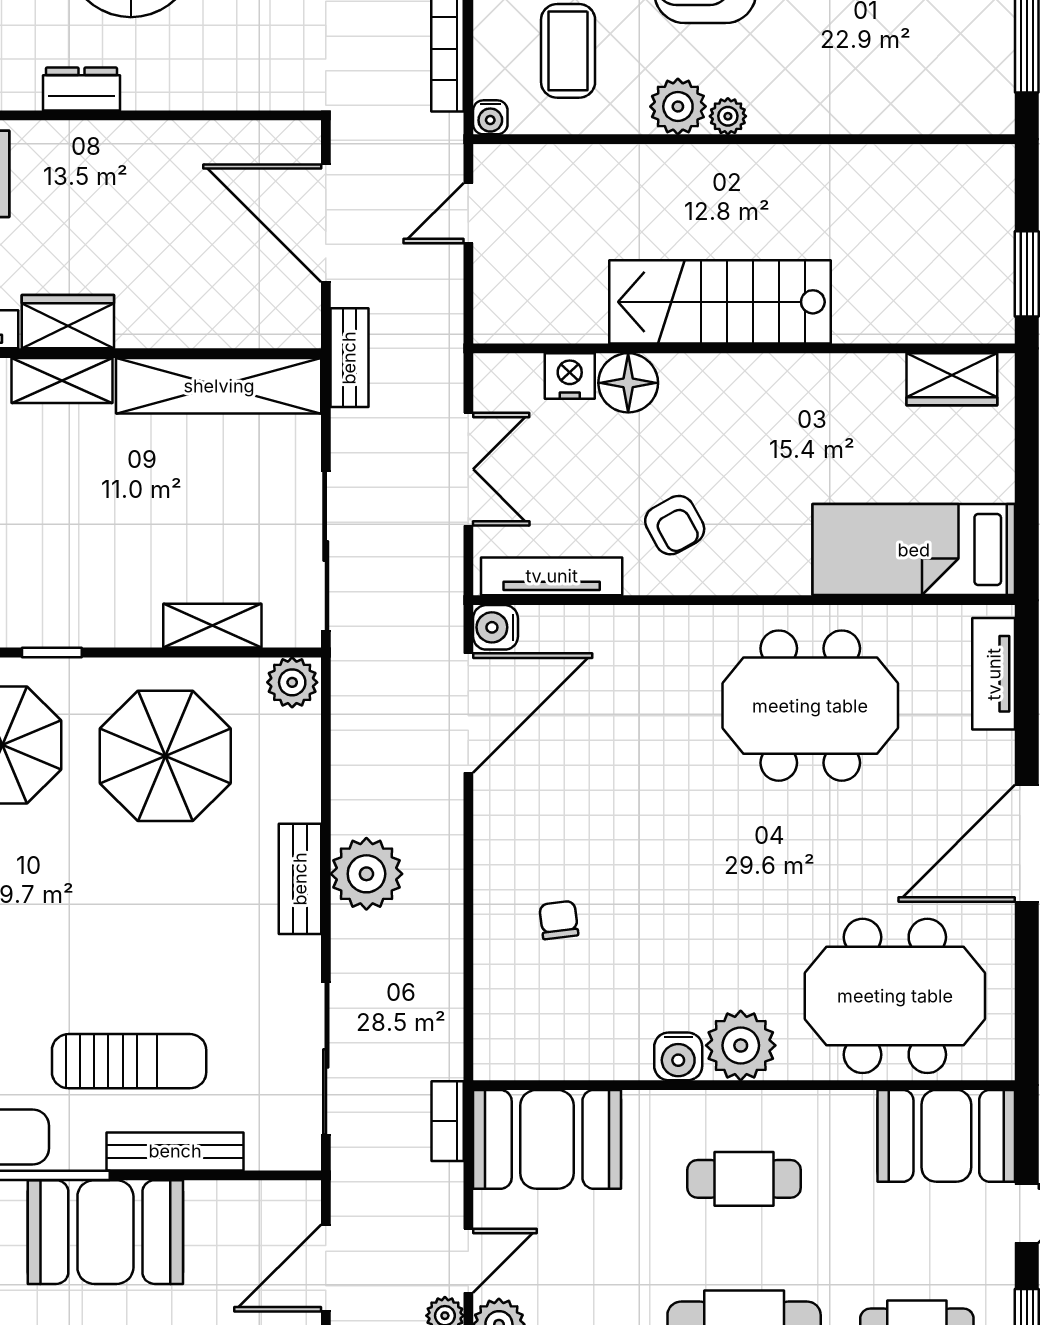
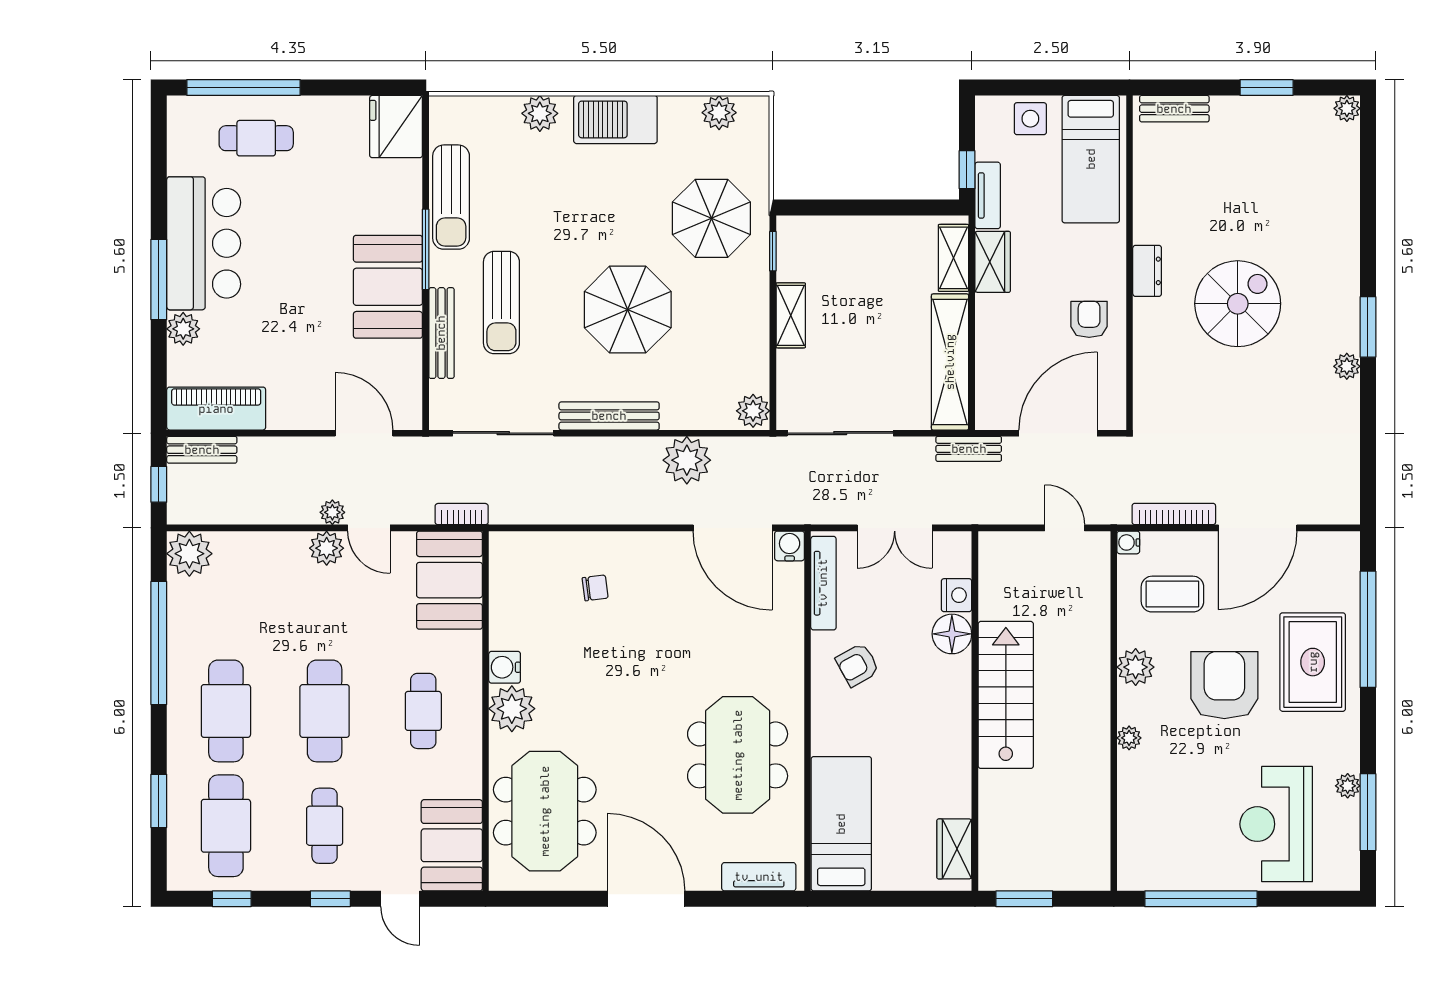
plant: (728, 116) -> (1129, 738), moved
armchair: (154, 176) -> (1089, 319), added
shelving: (212, 626) -> (791, 315), moved
parasol: (165, 756) -> (628, 310), moved
plant: (366, 874) -> (687, 460), moved
bench: (300, 879) -> (609, 416), width x1.36

